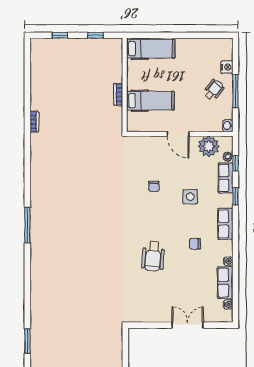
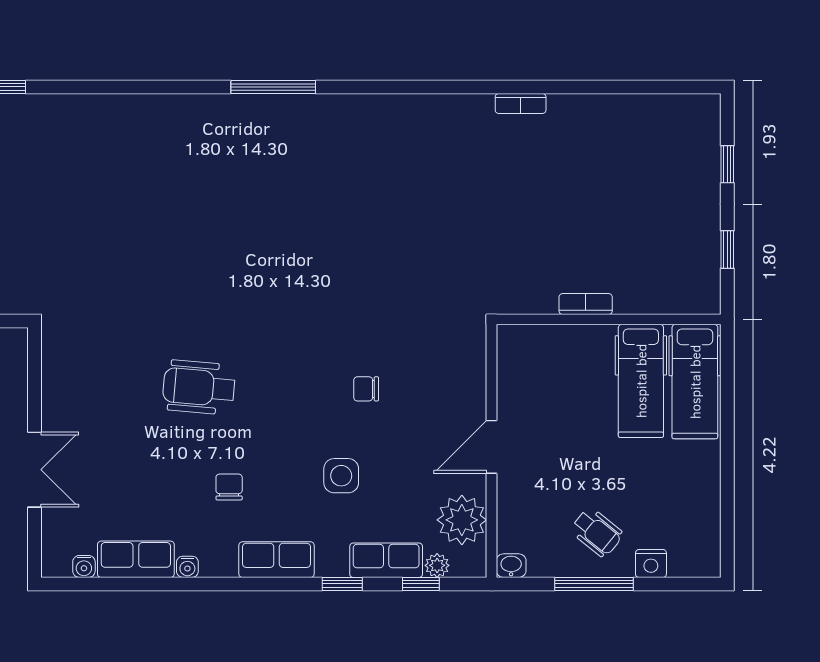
hospital bed: (150, 101) -> (641, 381), moved

